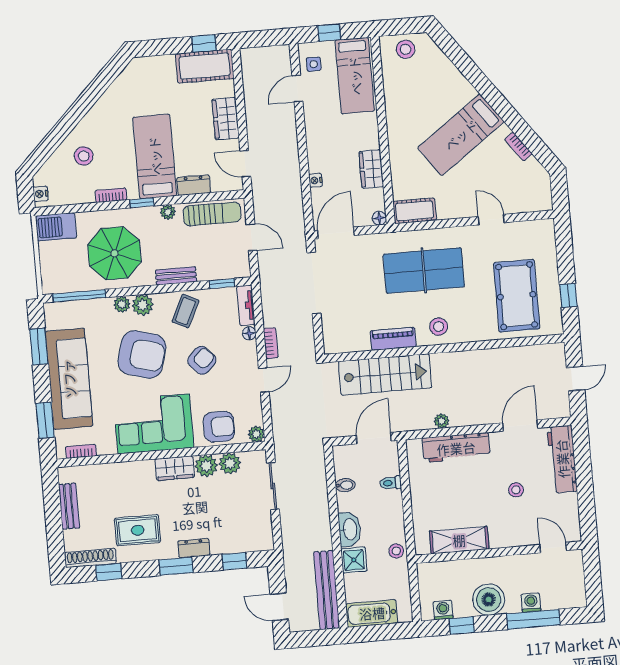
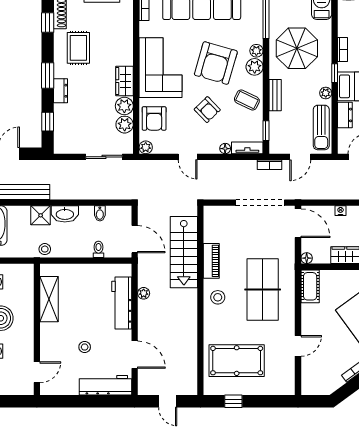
bookcase: (271, 343) -> (270, 165), moved

